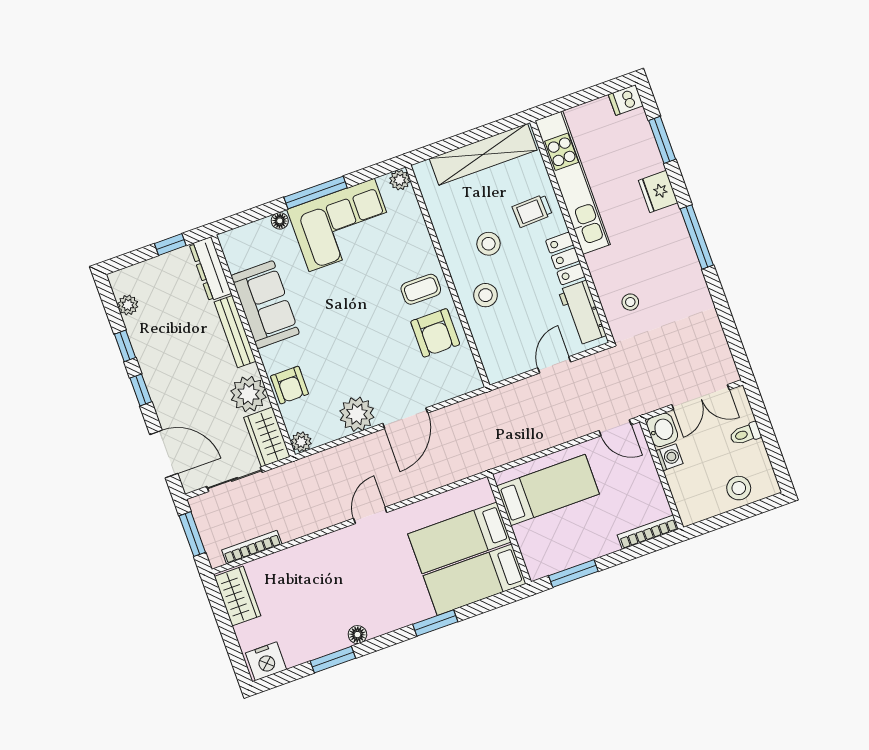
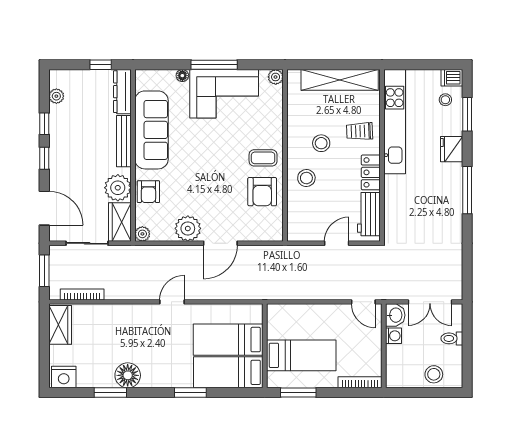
stool: (630, 302) -> (445, 100), moved
sofa: (265, 305) -> (151, 130), width x1.36
bed: (548, 490) -> (301, 355), moved
floor lamp: (357, 635) -> (128, 375), width x1.89, depth x1.89

